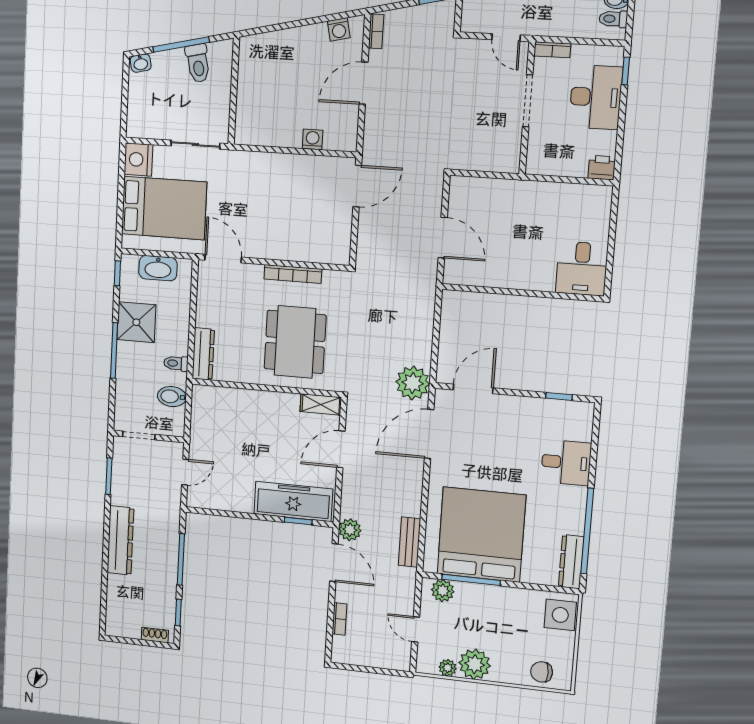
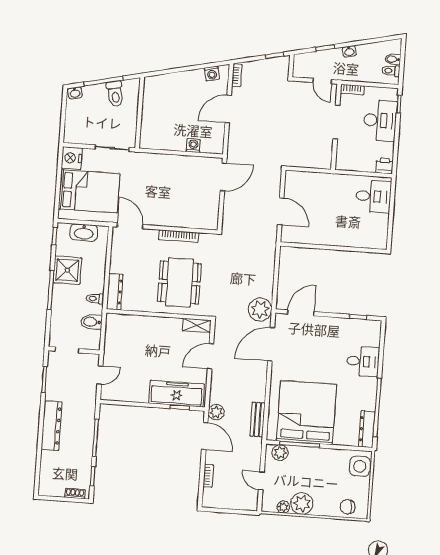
desk: (582, 269) -> (373, 196), moved, turned -90

